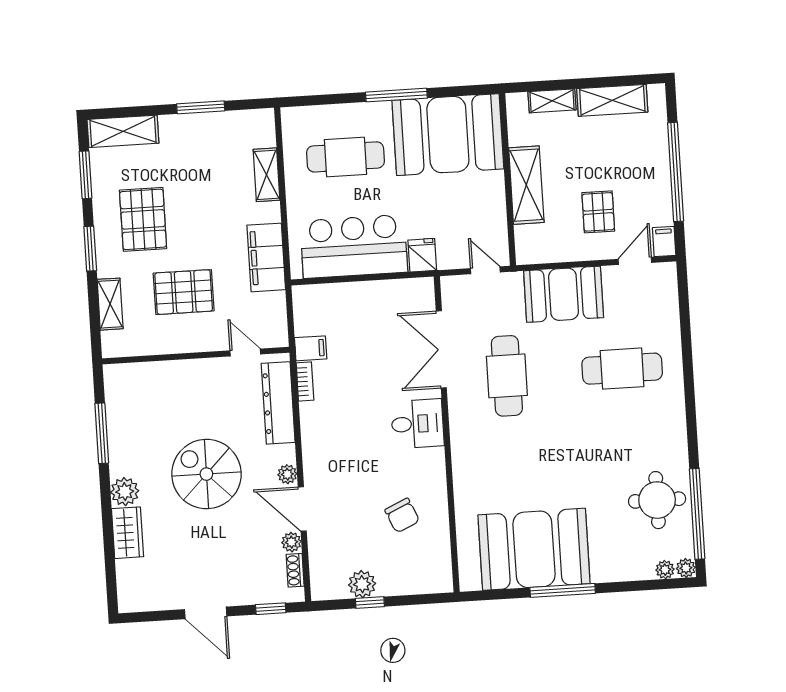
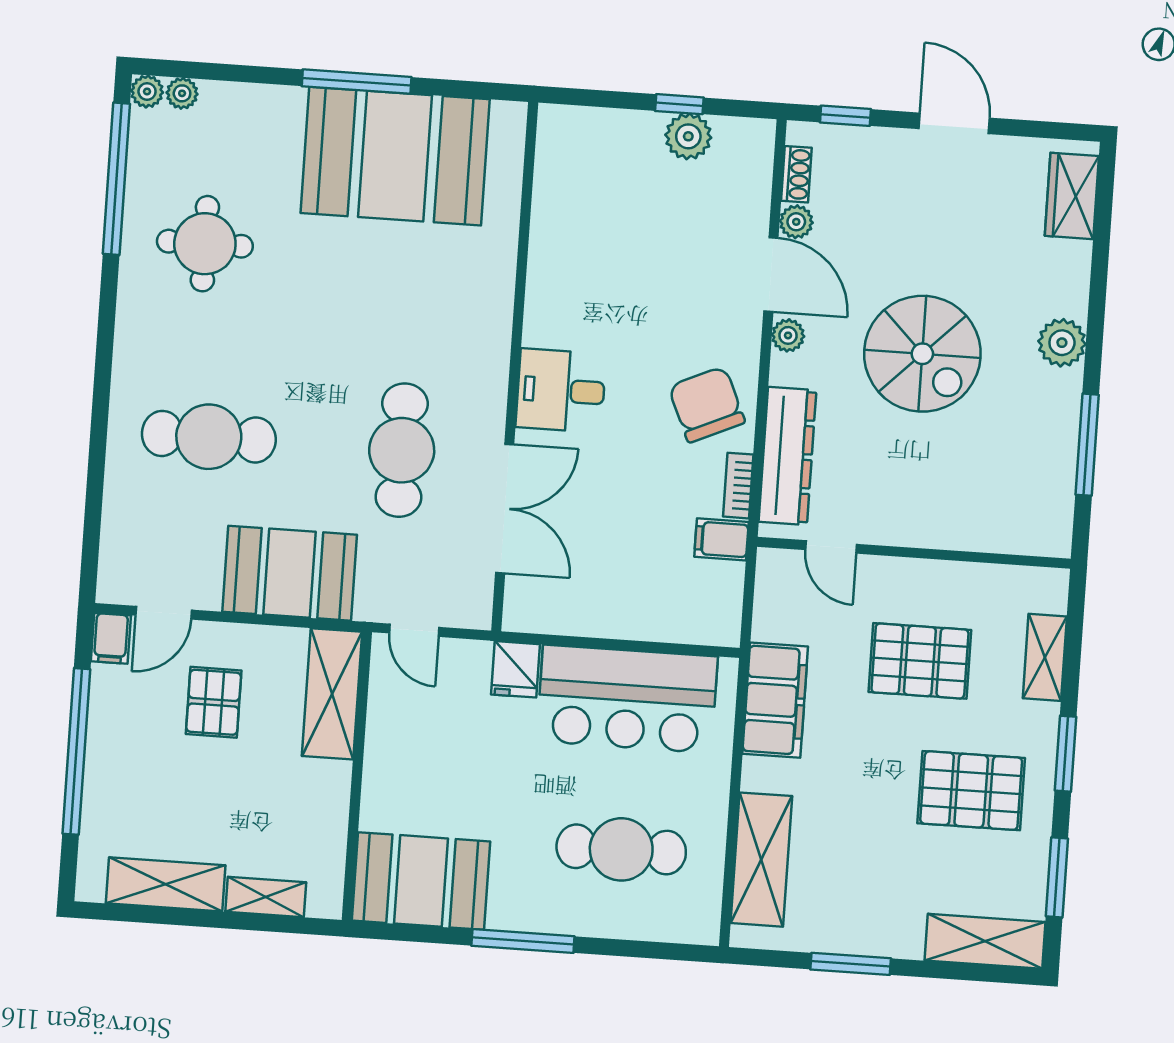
booth: (448, 135) -> (421, 881), width x0.73, depth x0.70
shelving: (267, 175) -> (761, 860), width x1.50, depth x1.33
shelving: (526, 185) -> (332, 694), moved
pallet: (143, 219) -> (971, 791), turned 90
round table: (657, 500) -> (205, 244), moved
chair: (402, 515) -> (707, 404), moved, width x1.37, depth x1.37
wardrobe: (128, 533) -> (1072, 196), moved

